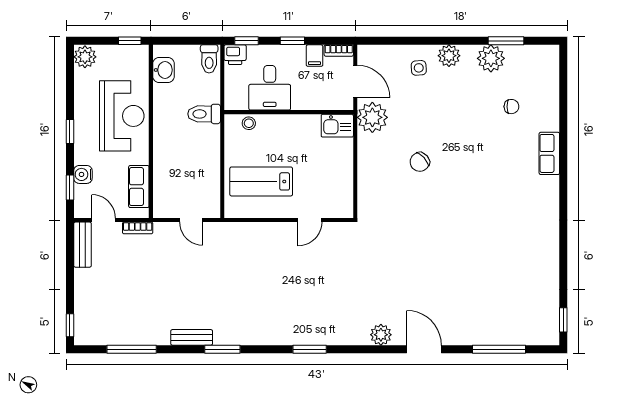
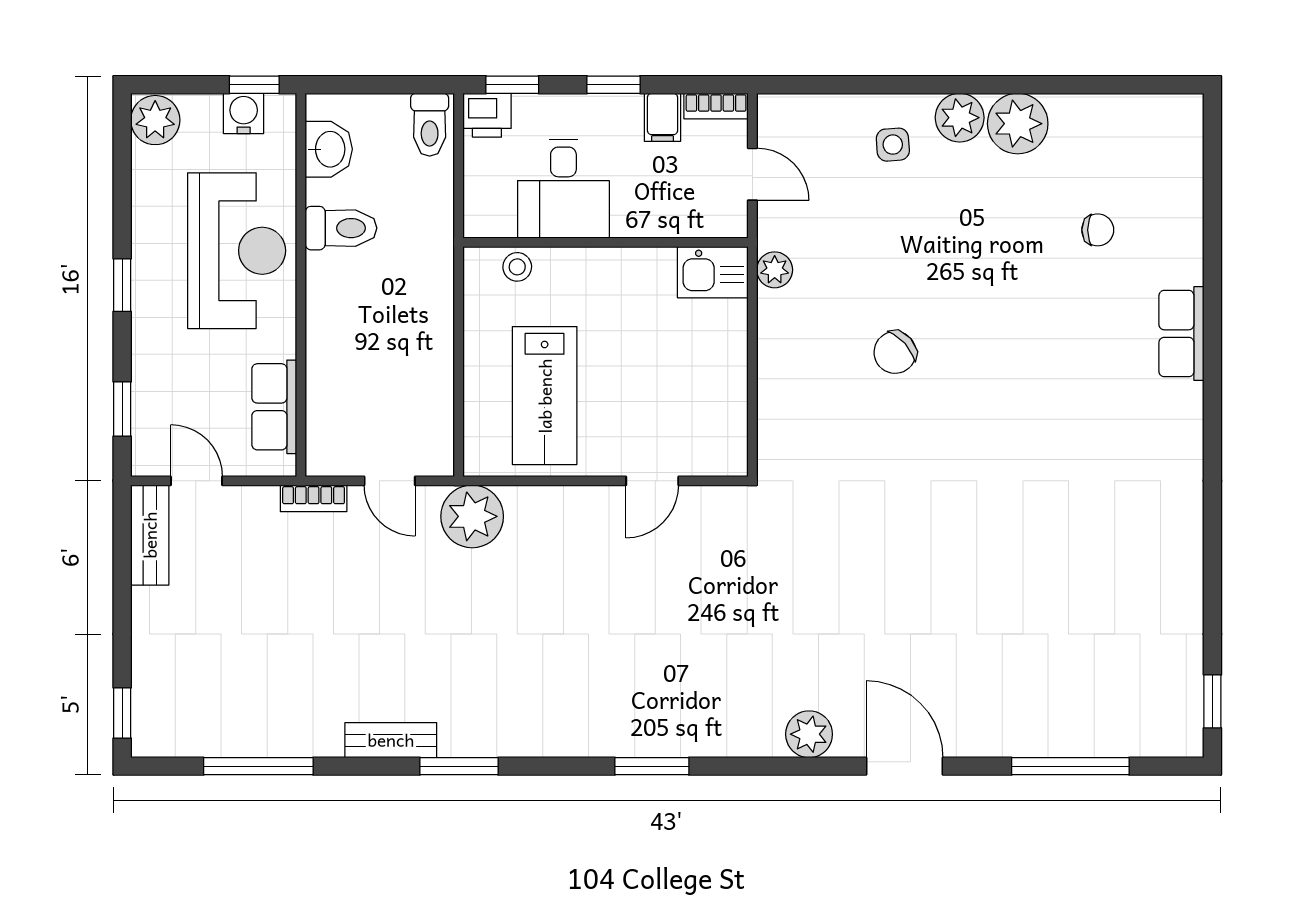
window: (506, 41) -> (1086, 85), removed
plant: (491, 58) -> (1018, 124), moved
door: (355, 81) -> (752, 174), width x0.73
toilet: (204, 114) -> (341, 228), moved, turned 180
plant: (372, 117) -> (775, 270), width x0.53, depth x0.53
water cooler: (83, 174) -> (244, 113), moved, turned 90
lab bench: (261, 181) -> (545, 396), turned -90
bookcase: (138, 228) -> (314, 498), moved
plant: (228, 236) -> (472, 516), added

